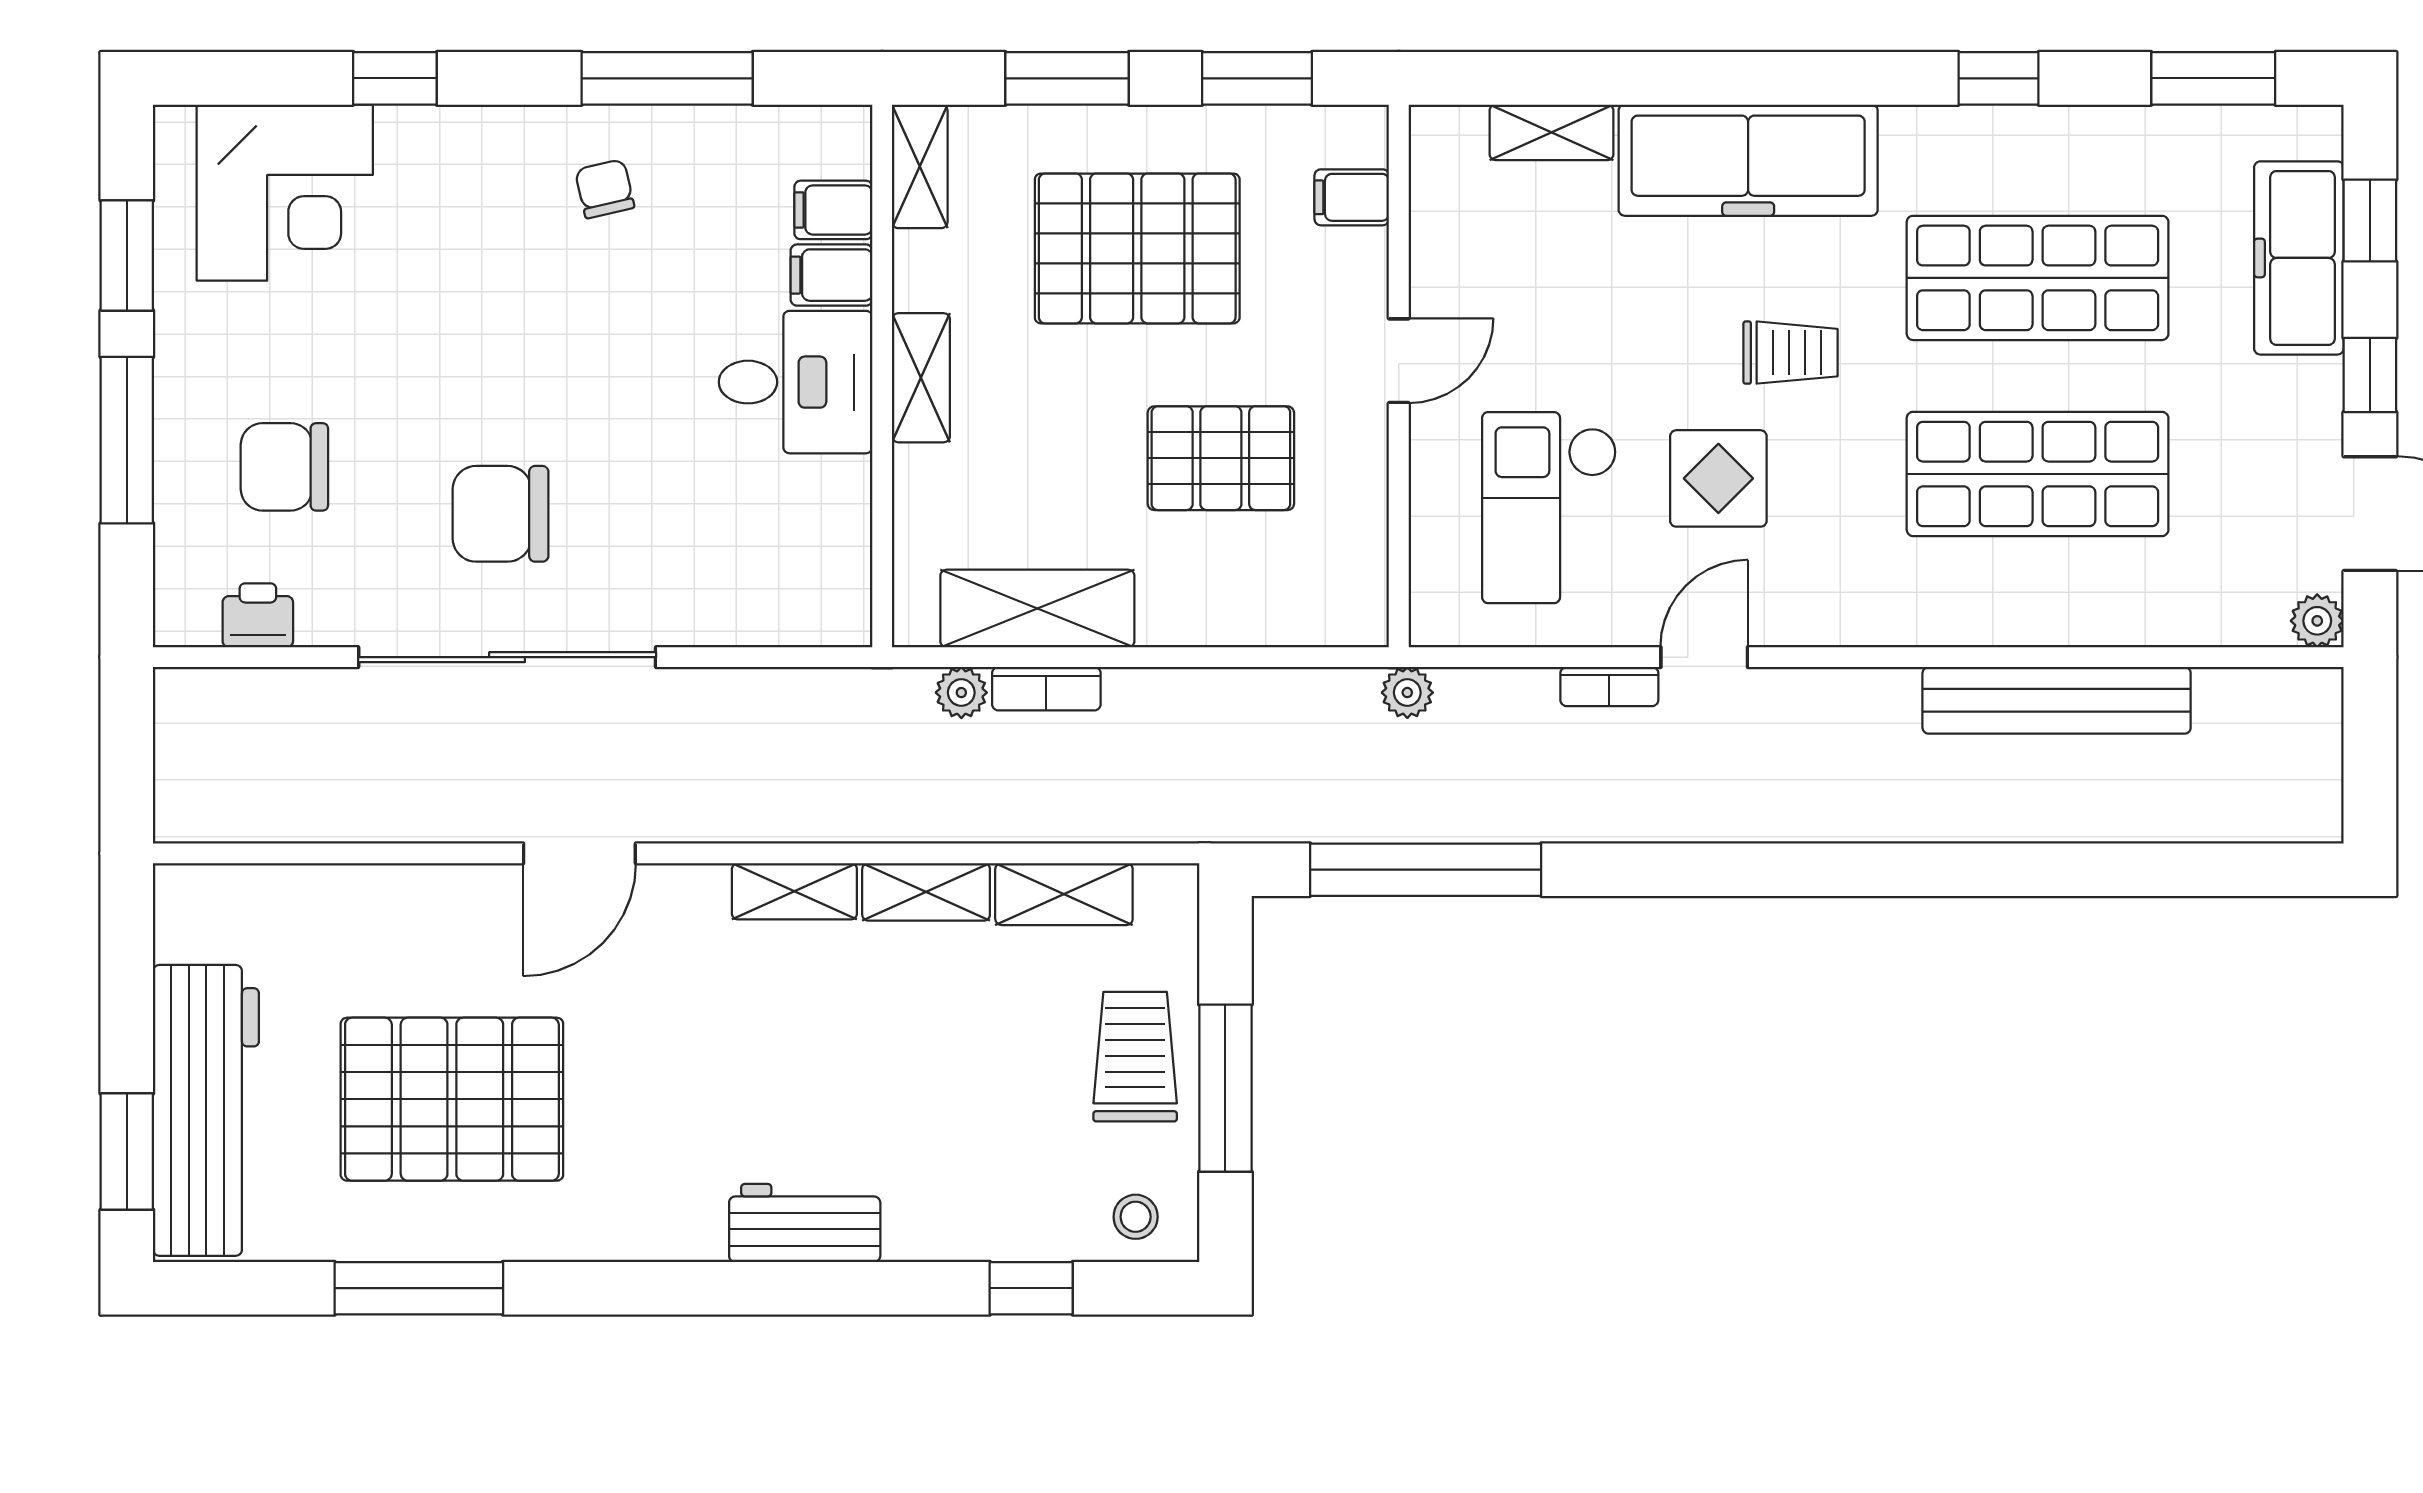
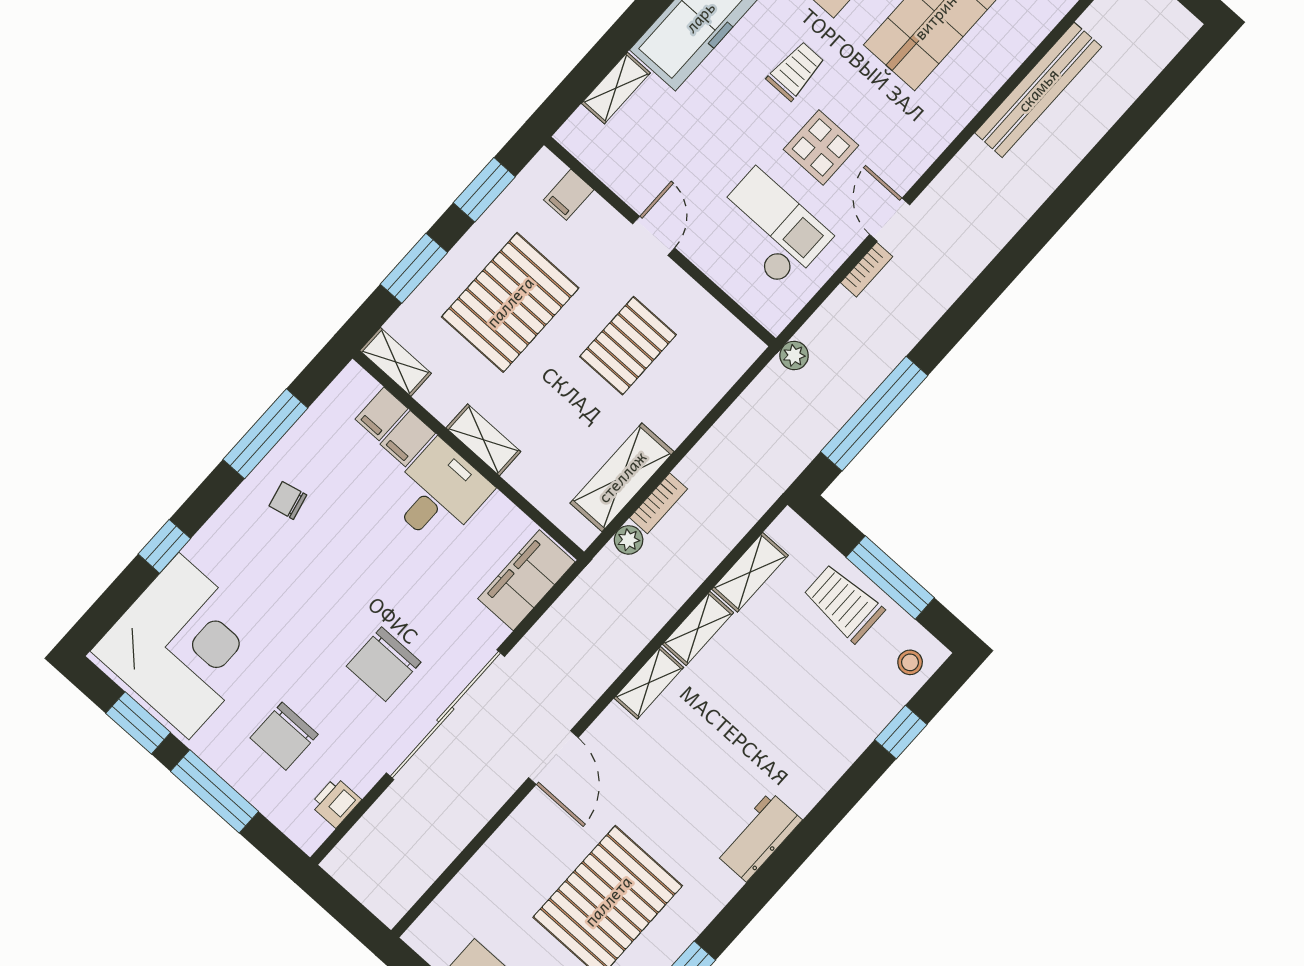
corner desk: (285, 193) -> (184, 646), width x1.36, depth x1.36
checkout: (1549, 508) -> (770, 228), turned 180
filing cabinet: (784, 604) -> (526, 580), added
workbench: (805, 1223) -> (758, 837), moved

